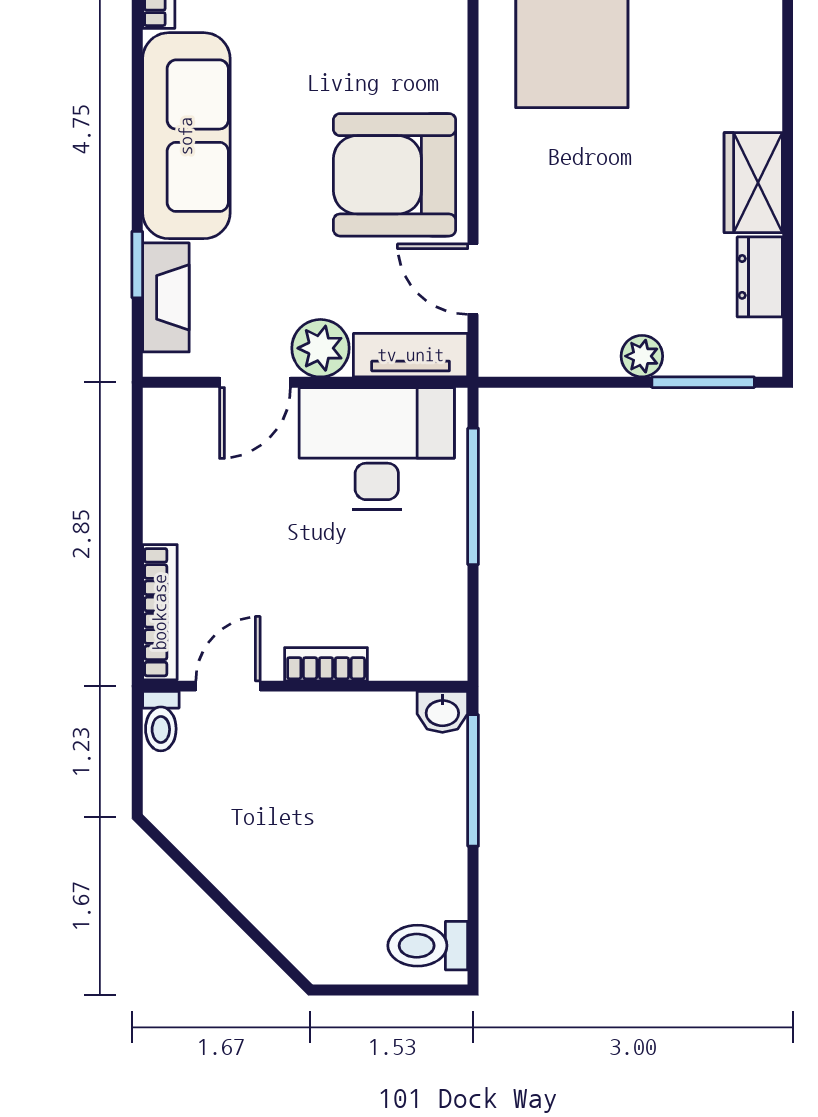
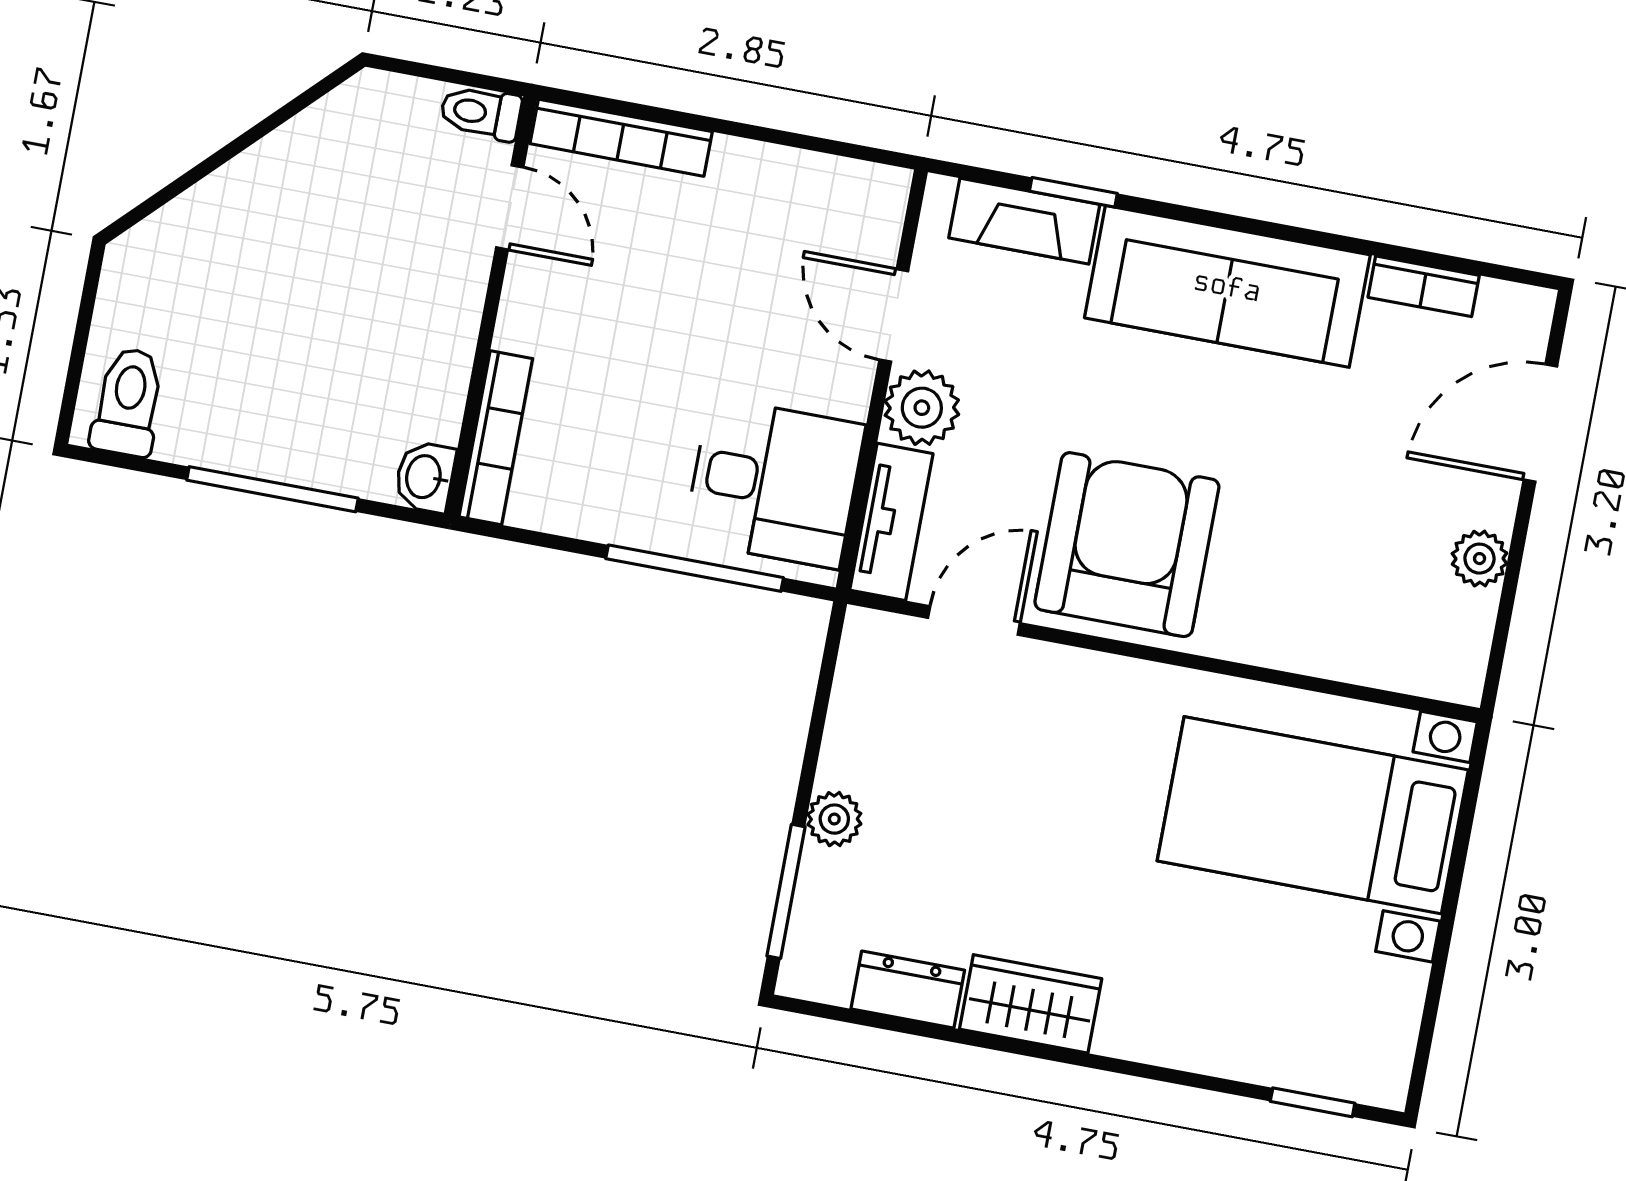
desk: (377, 449) -> (774, 483), width x0.73
bookcase: (326, 664) -> (496, 438), moved, width x1.56
window: (473, 780) -> (272, 489), moved

